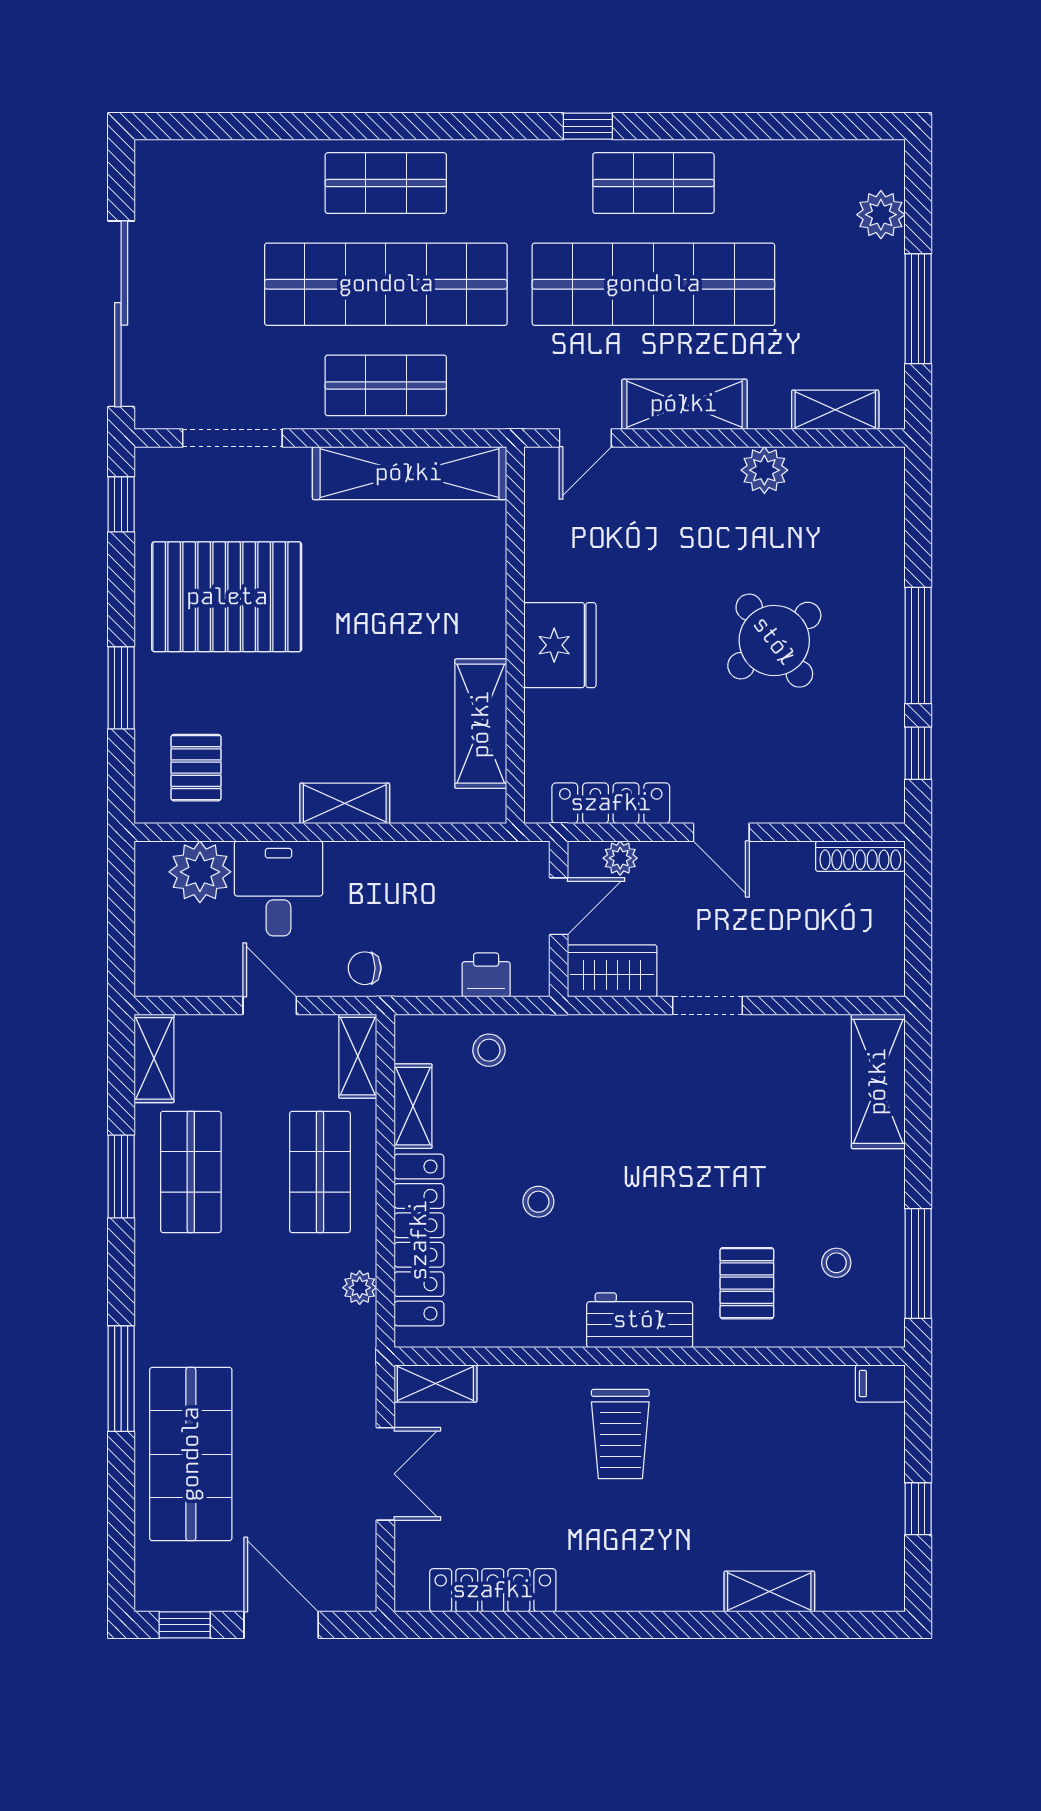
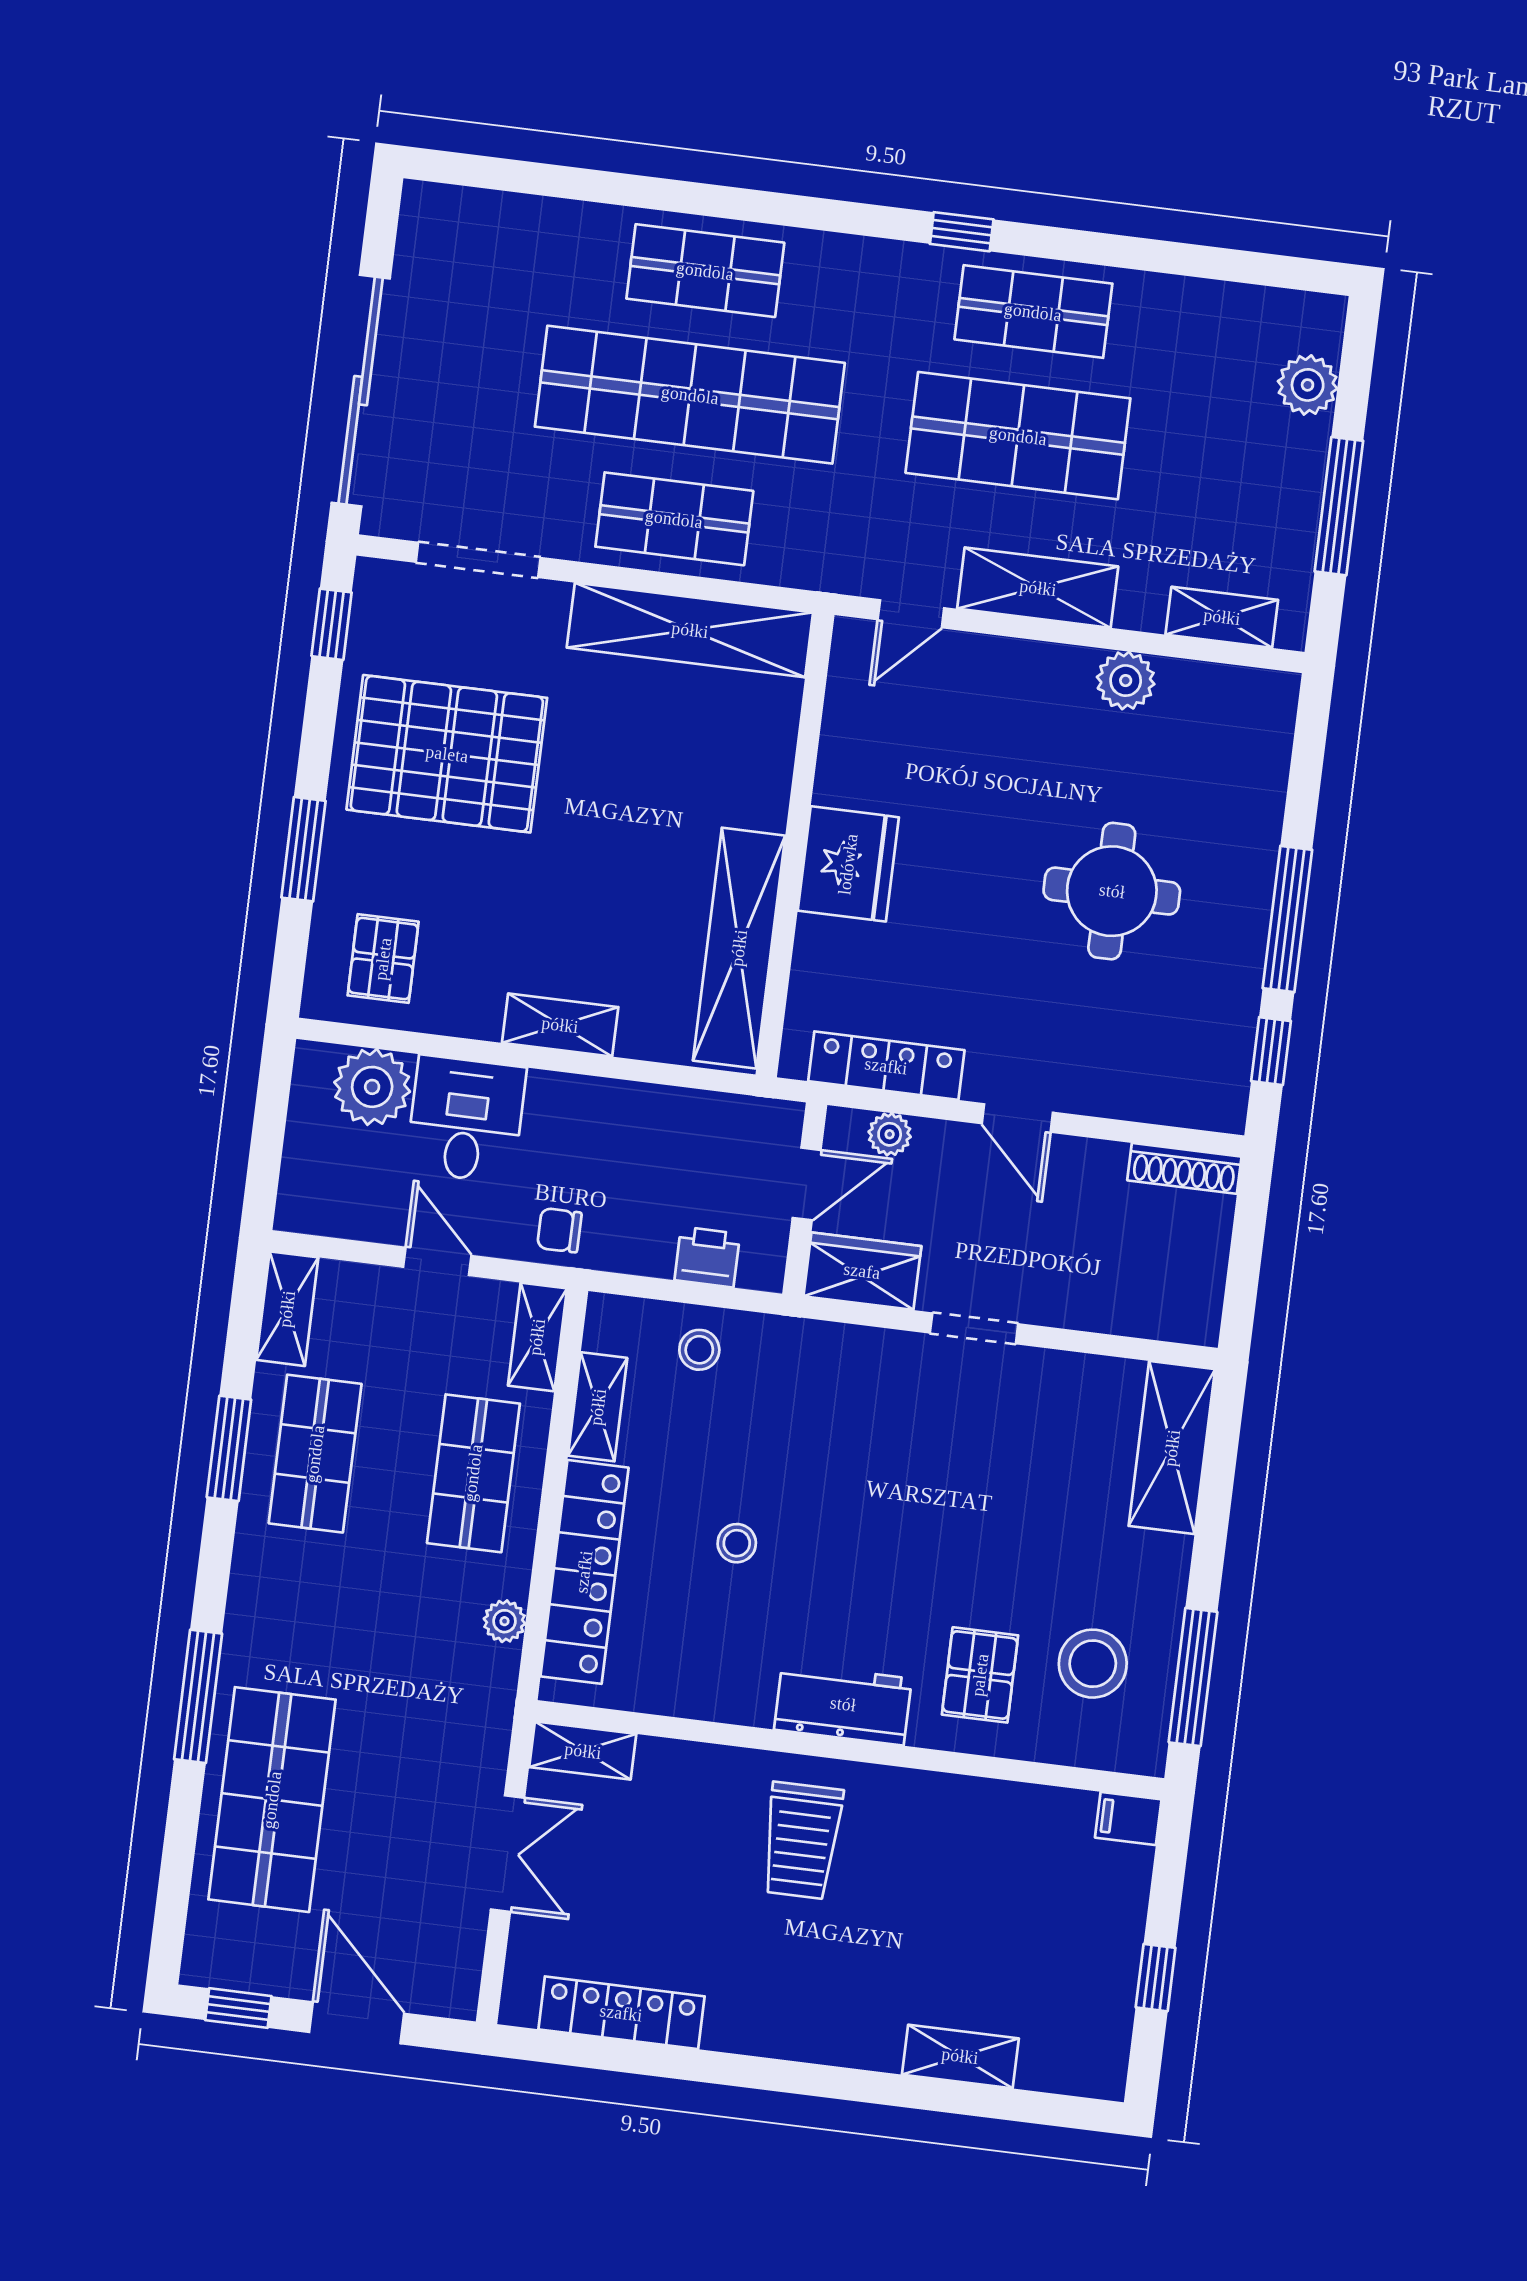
shop shelf: (653, 284) -> (1018, 436), width x0.71
round table: (774, 641) -> (1112, 891), turned 37
shelving: (481, 724) -> (739, 948), width x1.47
stool: (836, 1263) -> (1093, 1664), width x1.89, depth x1.89

